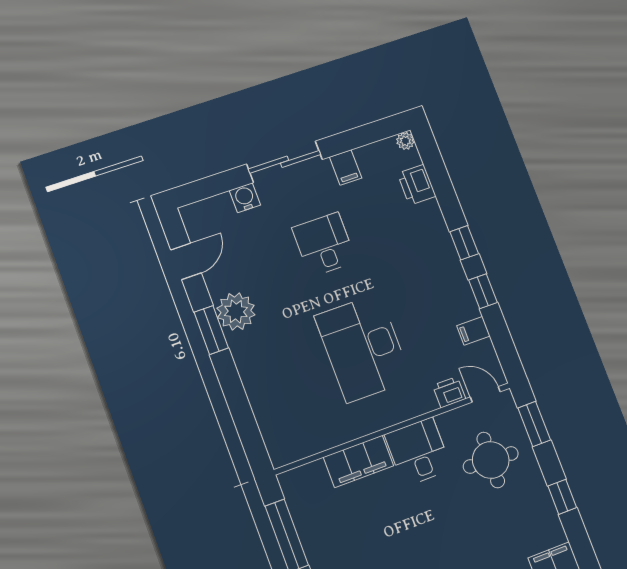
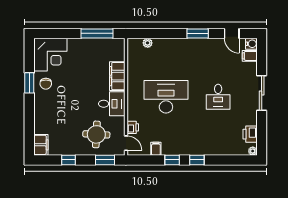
filing cabinet: (346, 167) -> (250, 56), moved
printer: (417, 185) -> (250, 134), moved, turned -90
water cooler: (245, 198) -> (251, 44), moved
desk: (324, 245) -> (218, 97), turned 90
plant: (236, 311) -> (148, 43), moved, width x0.53, depth x0.53
door: (485, 394) -> (126, 143), hinge flipped

